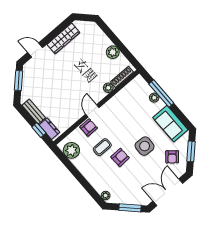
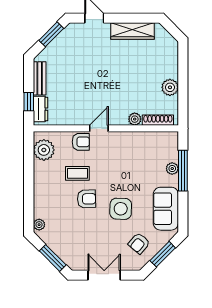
double door: (168, 192) -> (104, 275), width x0.73

